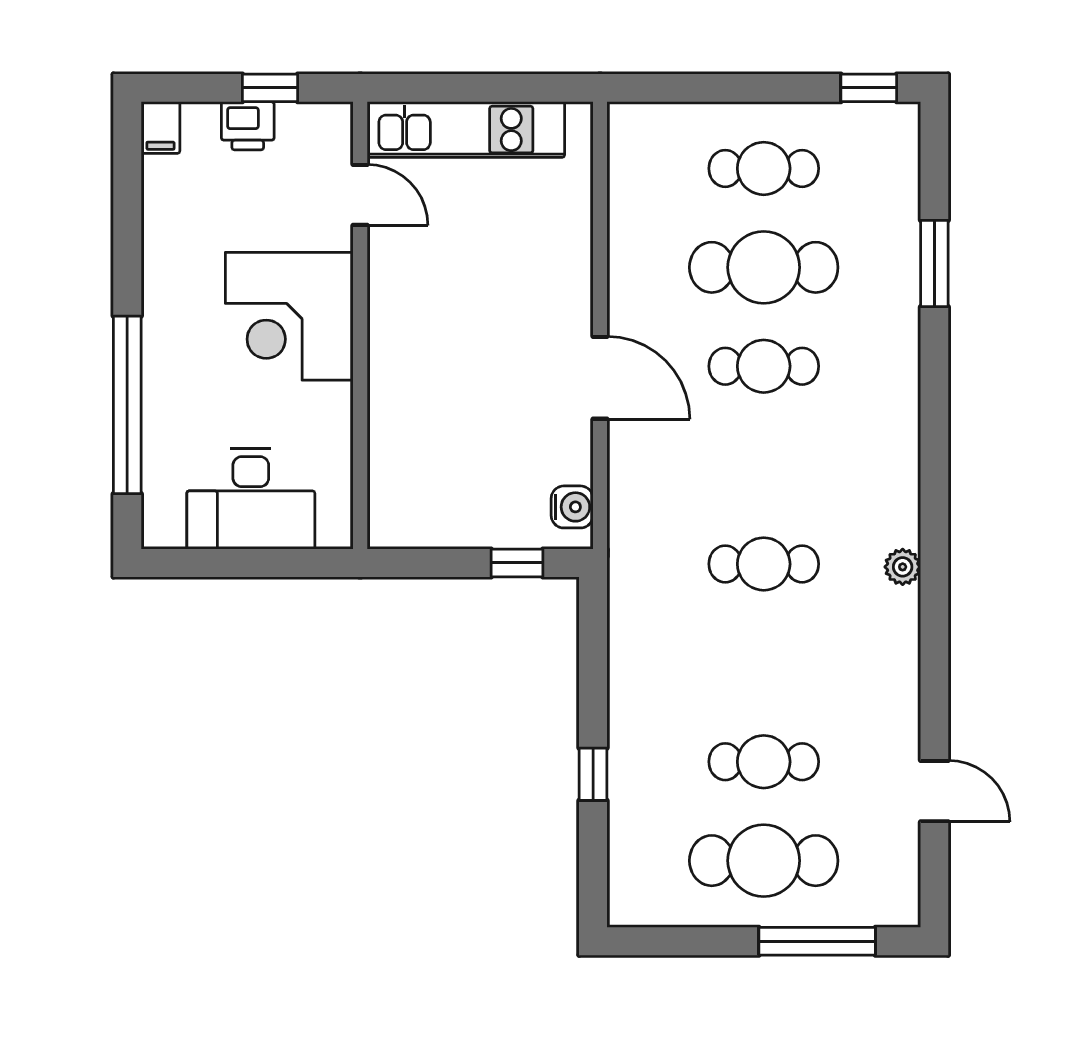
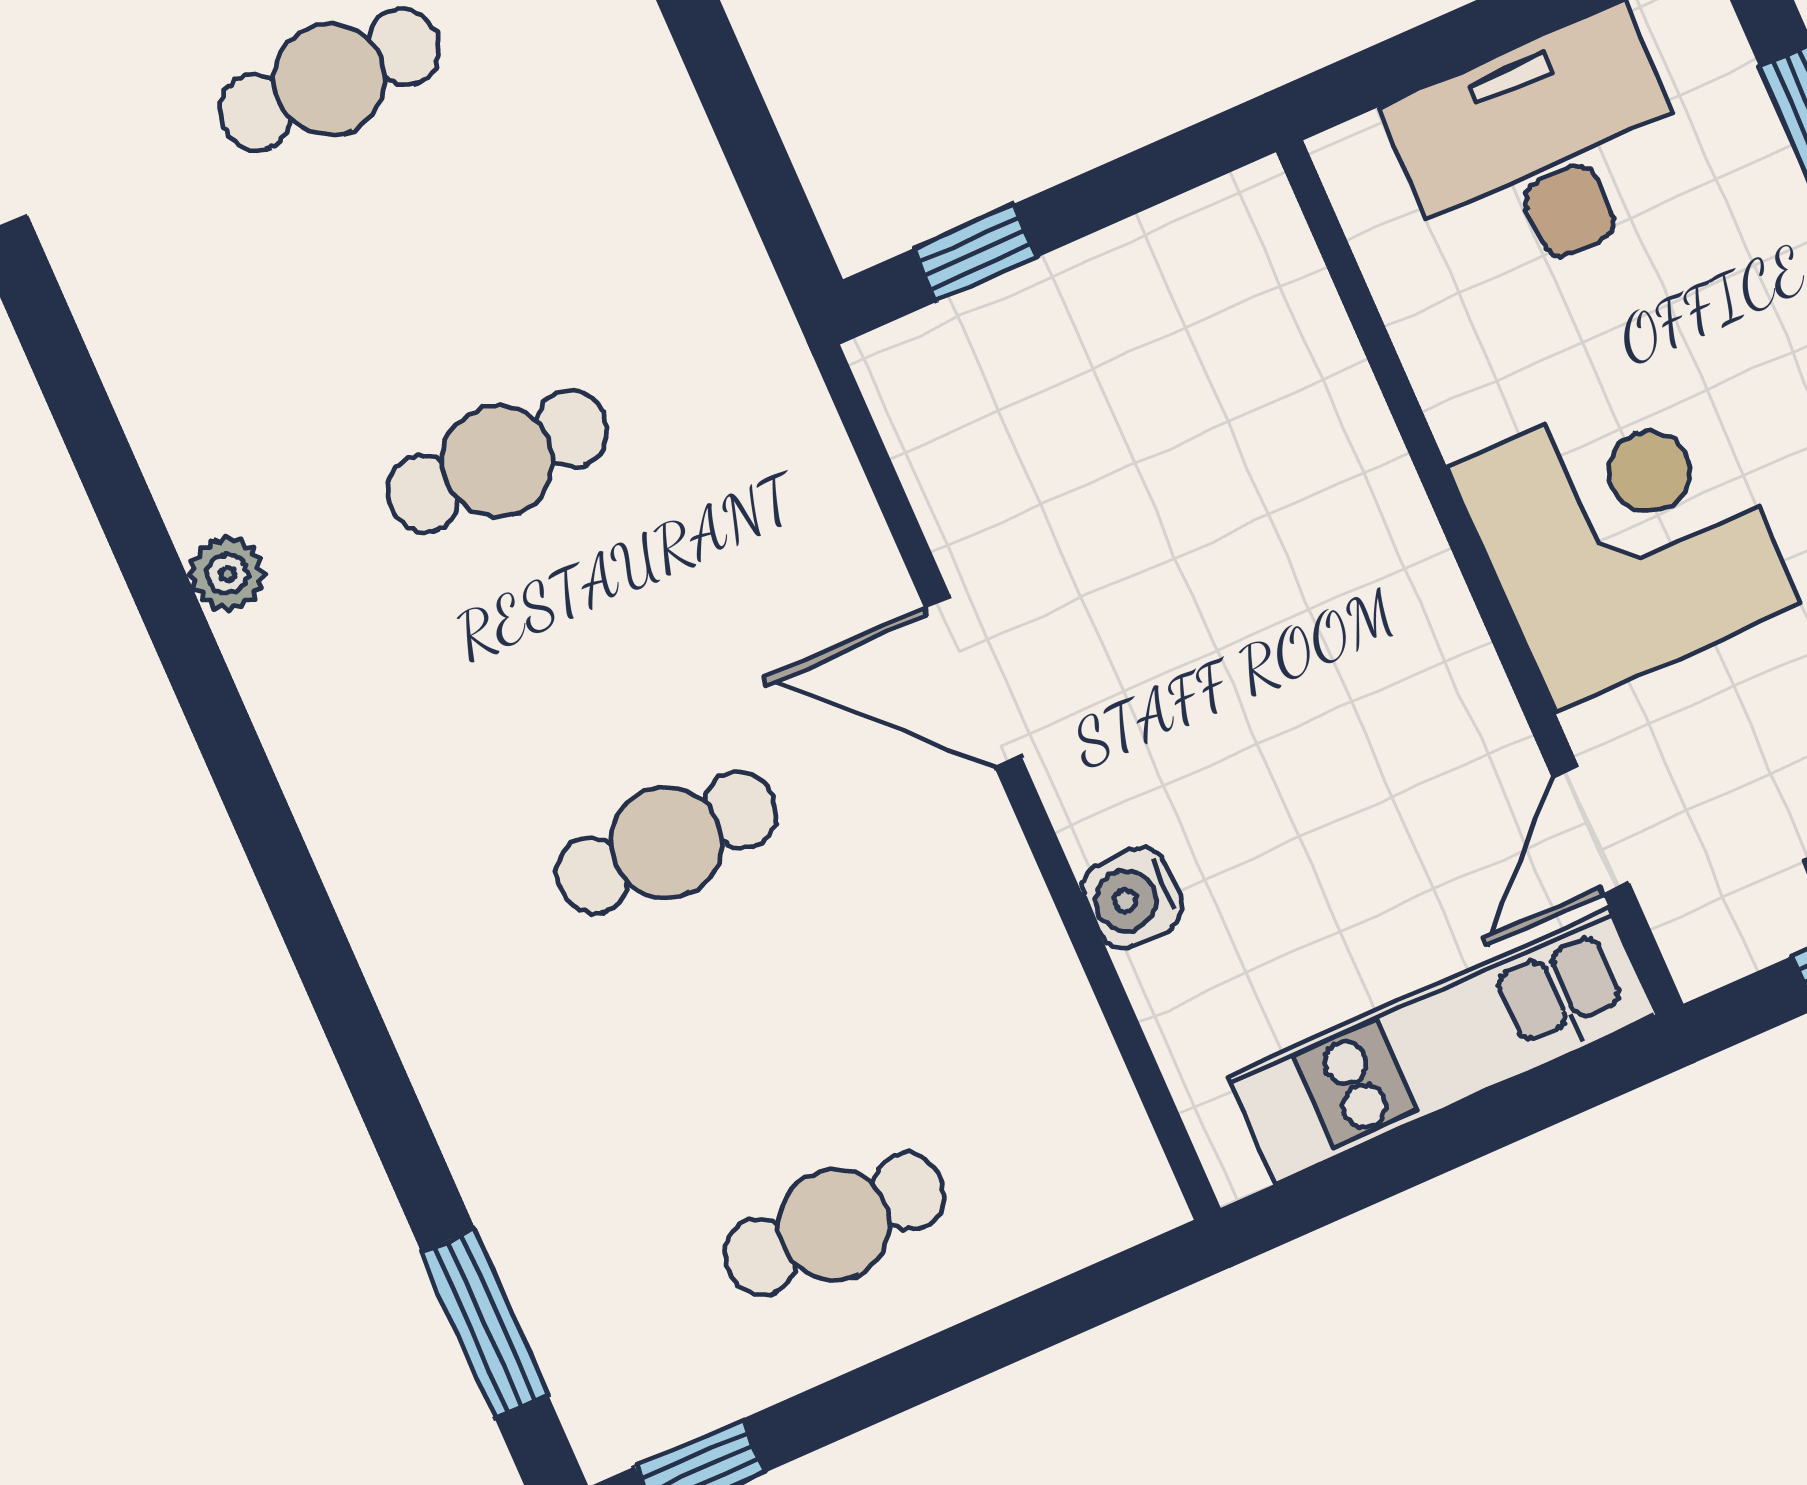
door: (360, 195) -> (1591, 830), hinge flipped
window: (934, 263) -> (485, 1323), moved
cafe table: (764, 267) -> (750, 1034), removed
water cooler: (572, 507) -> (1132, 898), moved

